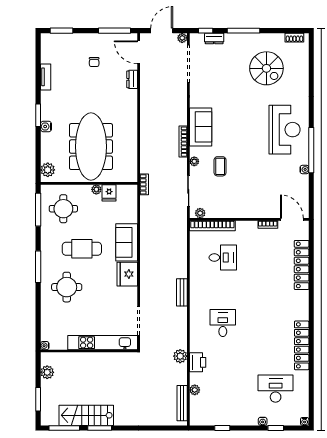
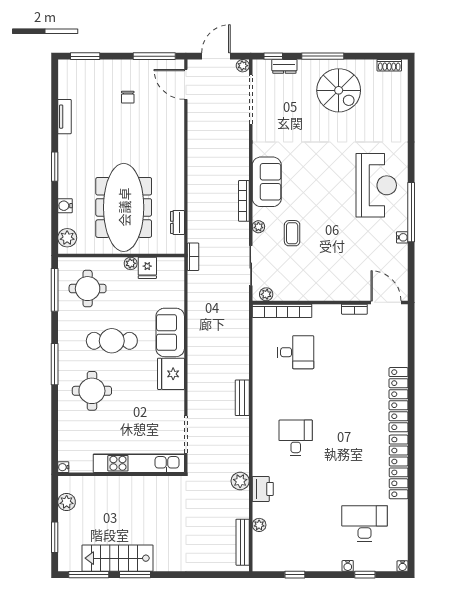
spiral stairs: (266, 68) -> (339, 90), moved
dresser: (132, 79) -> (177, 222), moved
water cooler: (46, 126) -> (65, 206), moved
locker: (302, 265) -> (399, 400), moved

